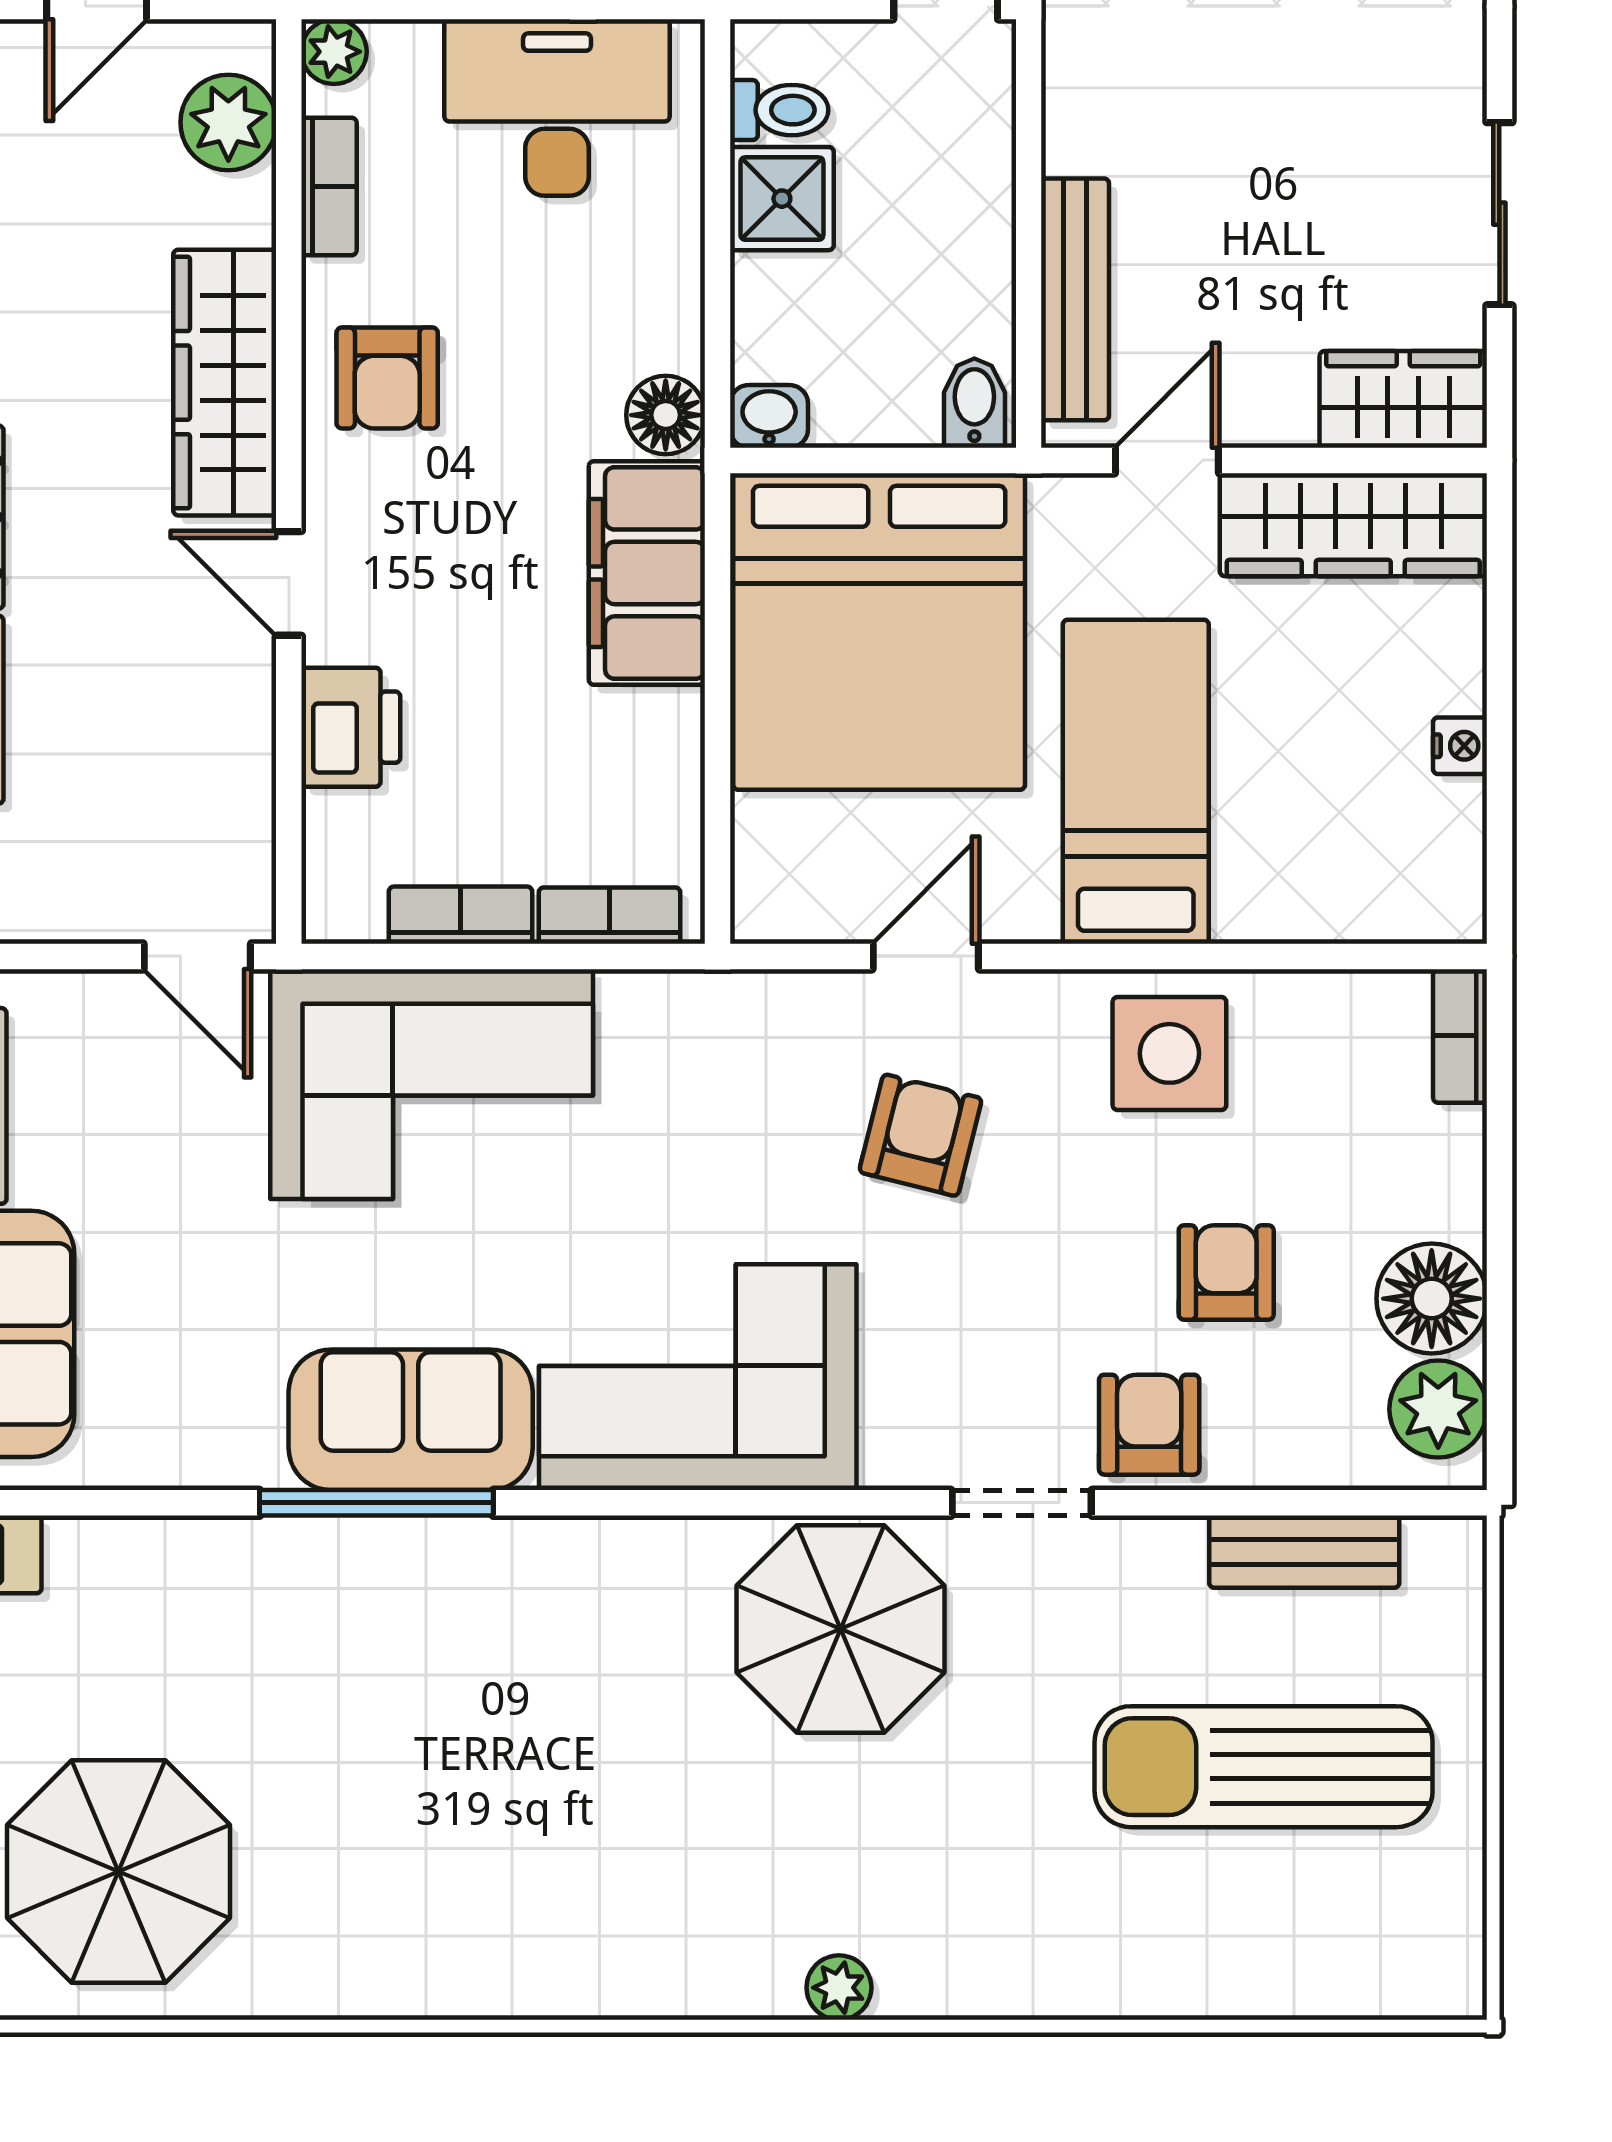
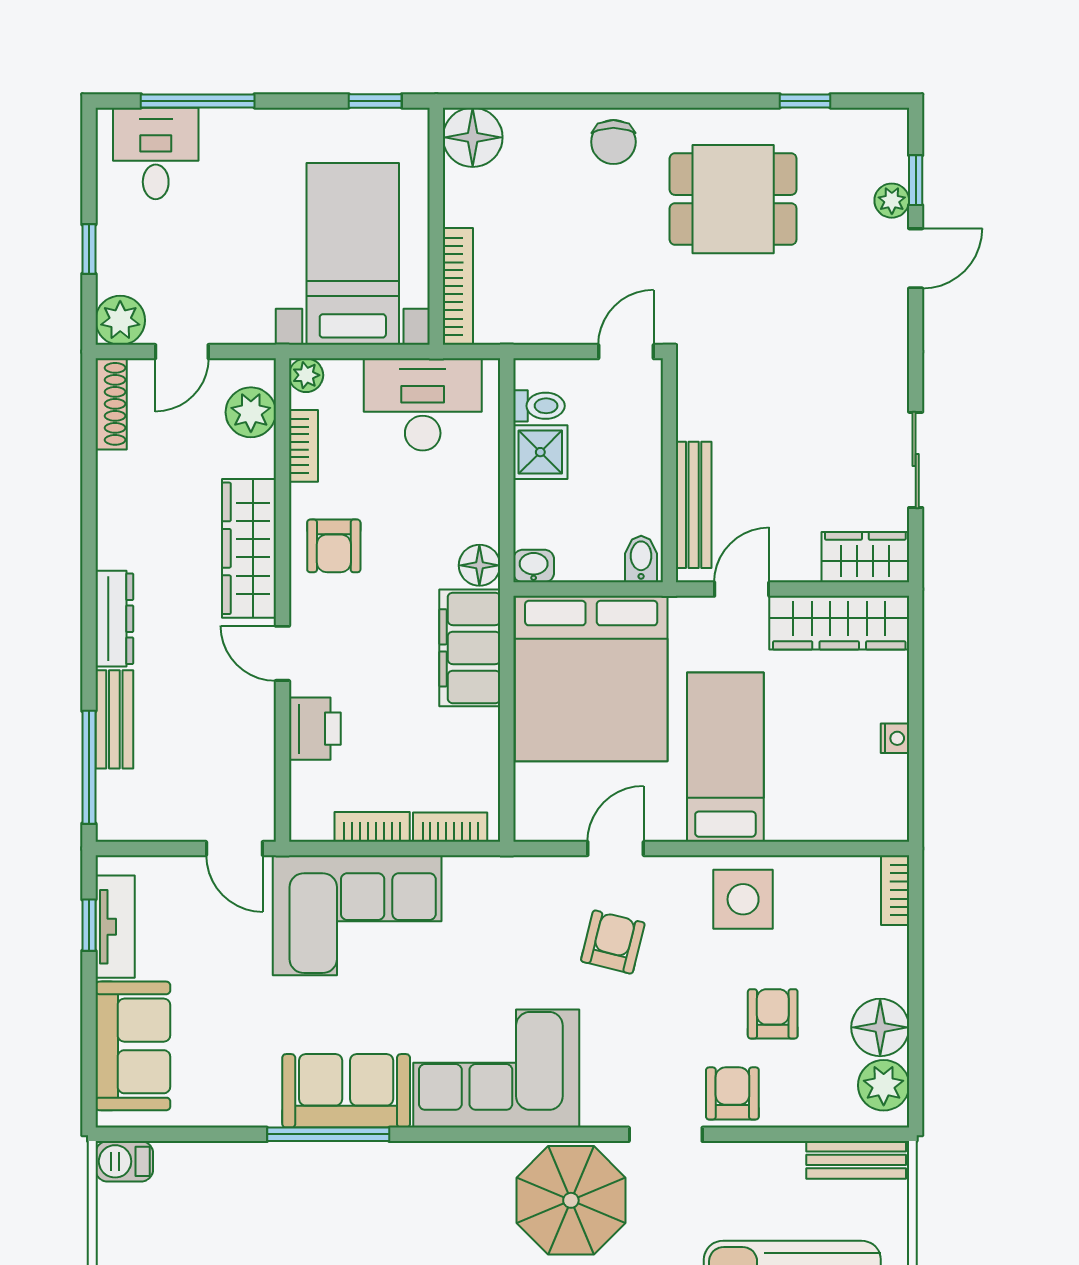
bench: (1304, 1552) -> (856, 1160), moved

